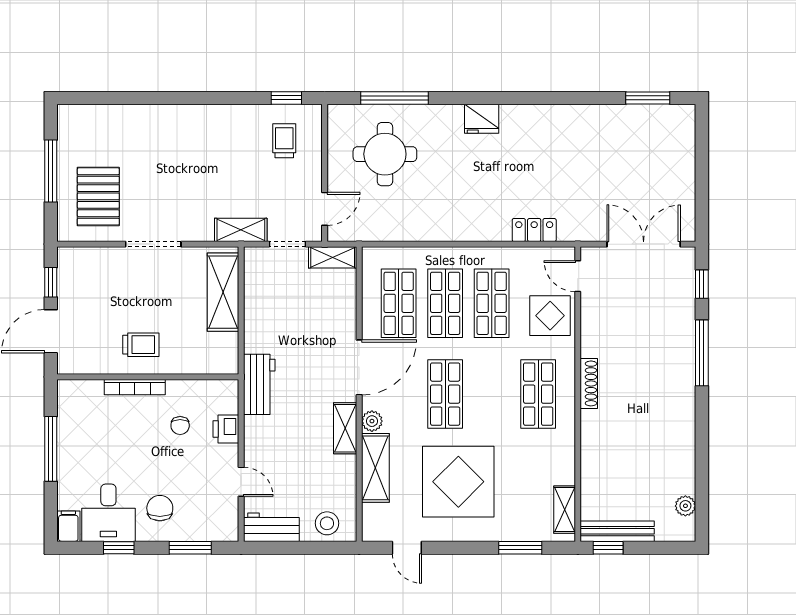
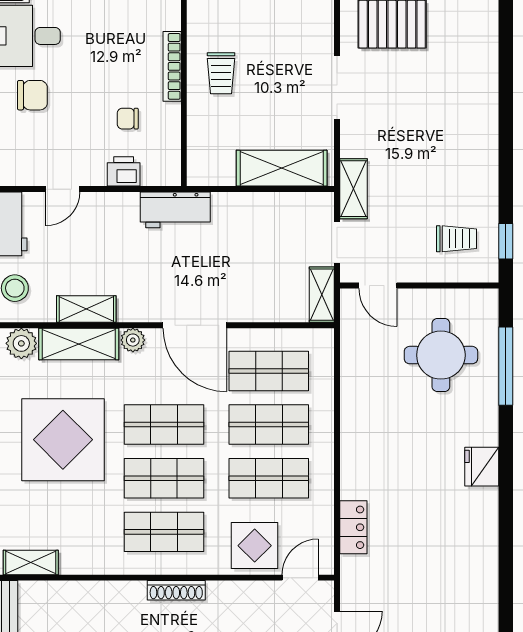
shop shelf: (492, 394) -> (164, 478), added
shelving: (345, 428) -> (86, 309), moved
plant: (375, 518) -> (21, 343), added

